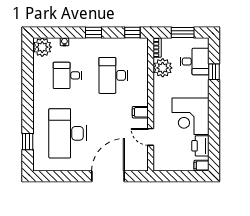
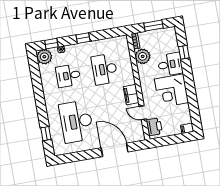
window: (132, 33) -> (51, 44), moved
desk: (195, 61) -> (170, 64), moved
filing cabinet: (140, 112) -> (131, 95), width x2.00
printer: (200, 146) -> (154, 127), moved, turned 180
door: (108, 176) -> (115, 150), hinge flipped

